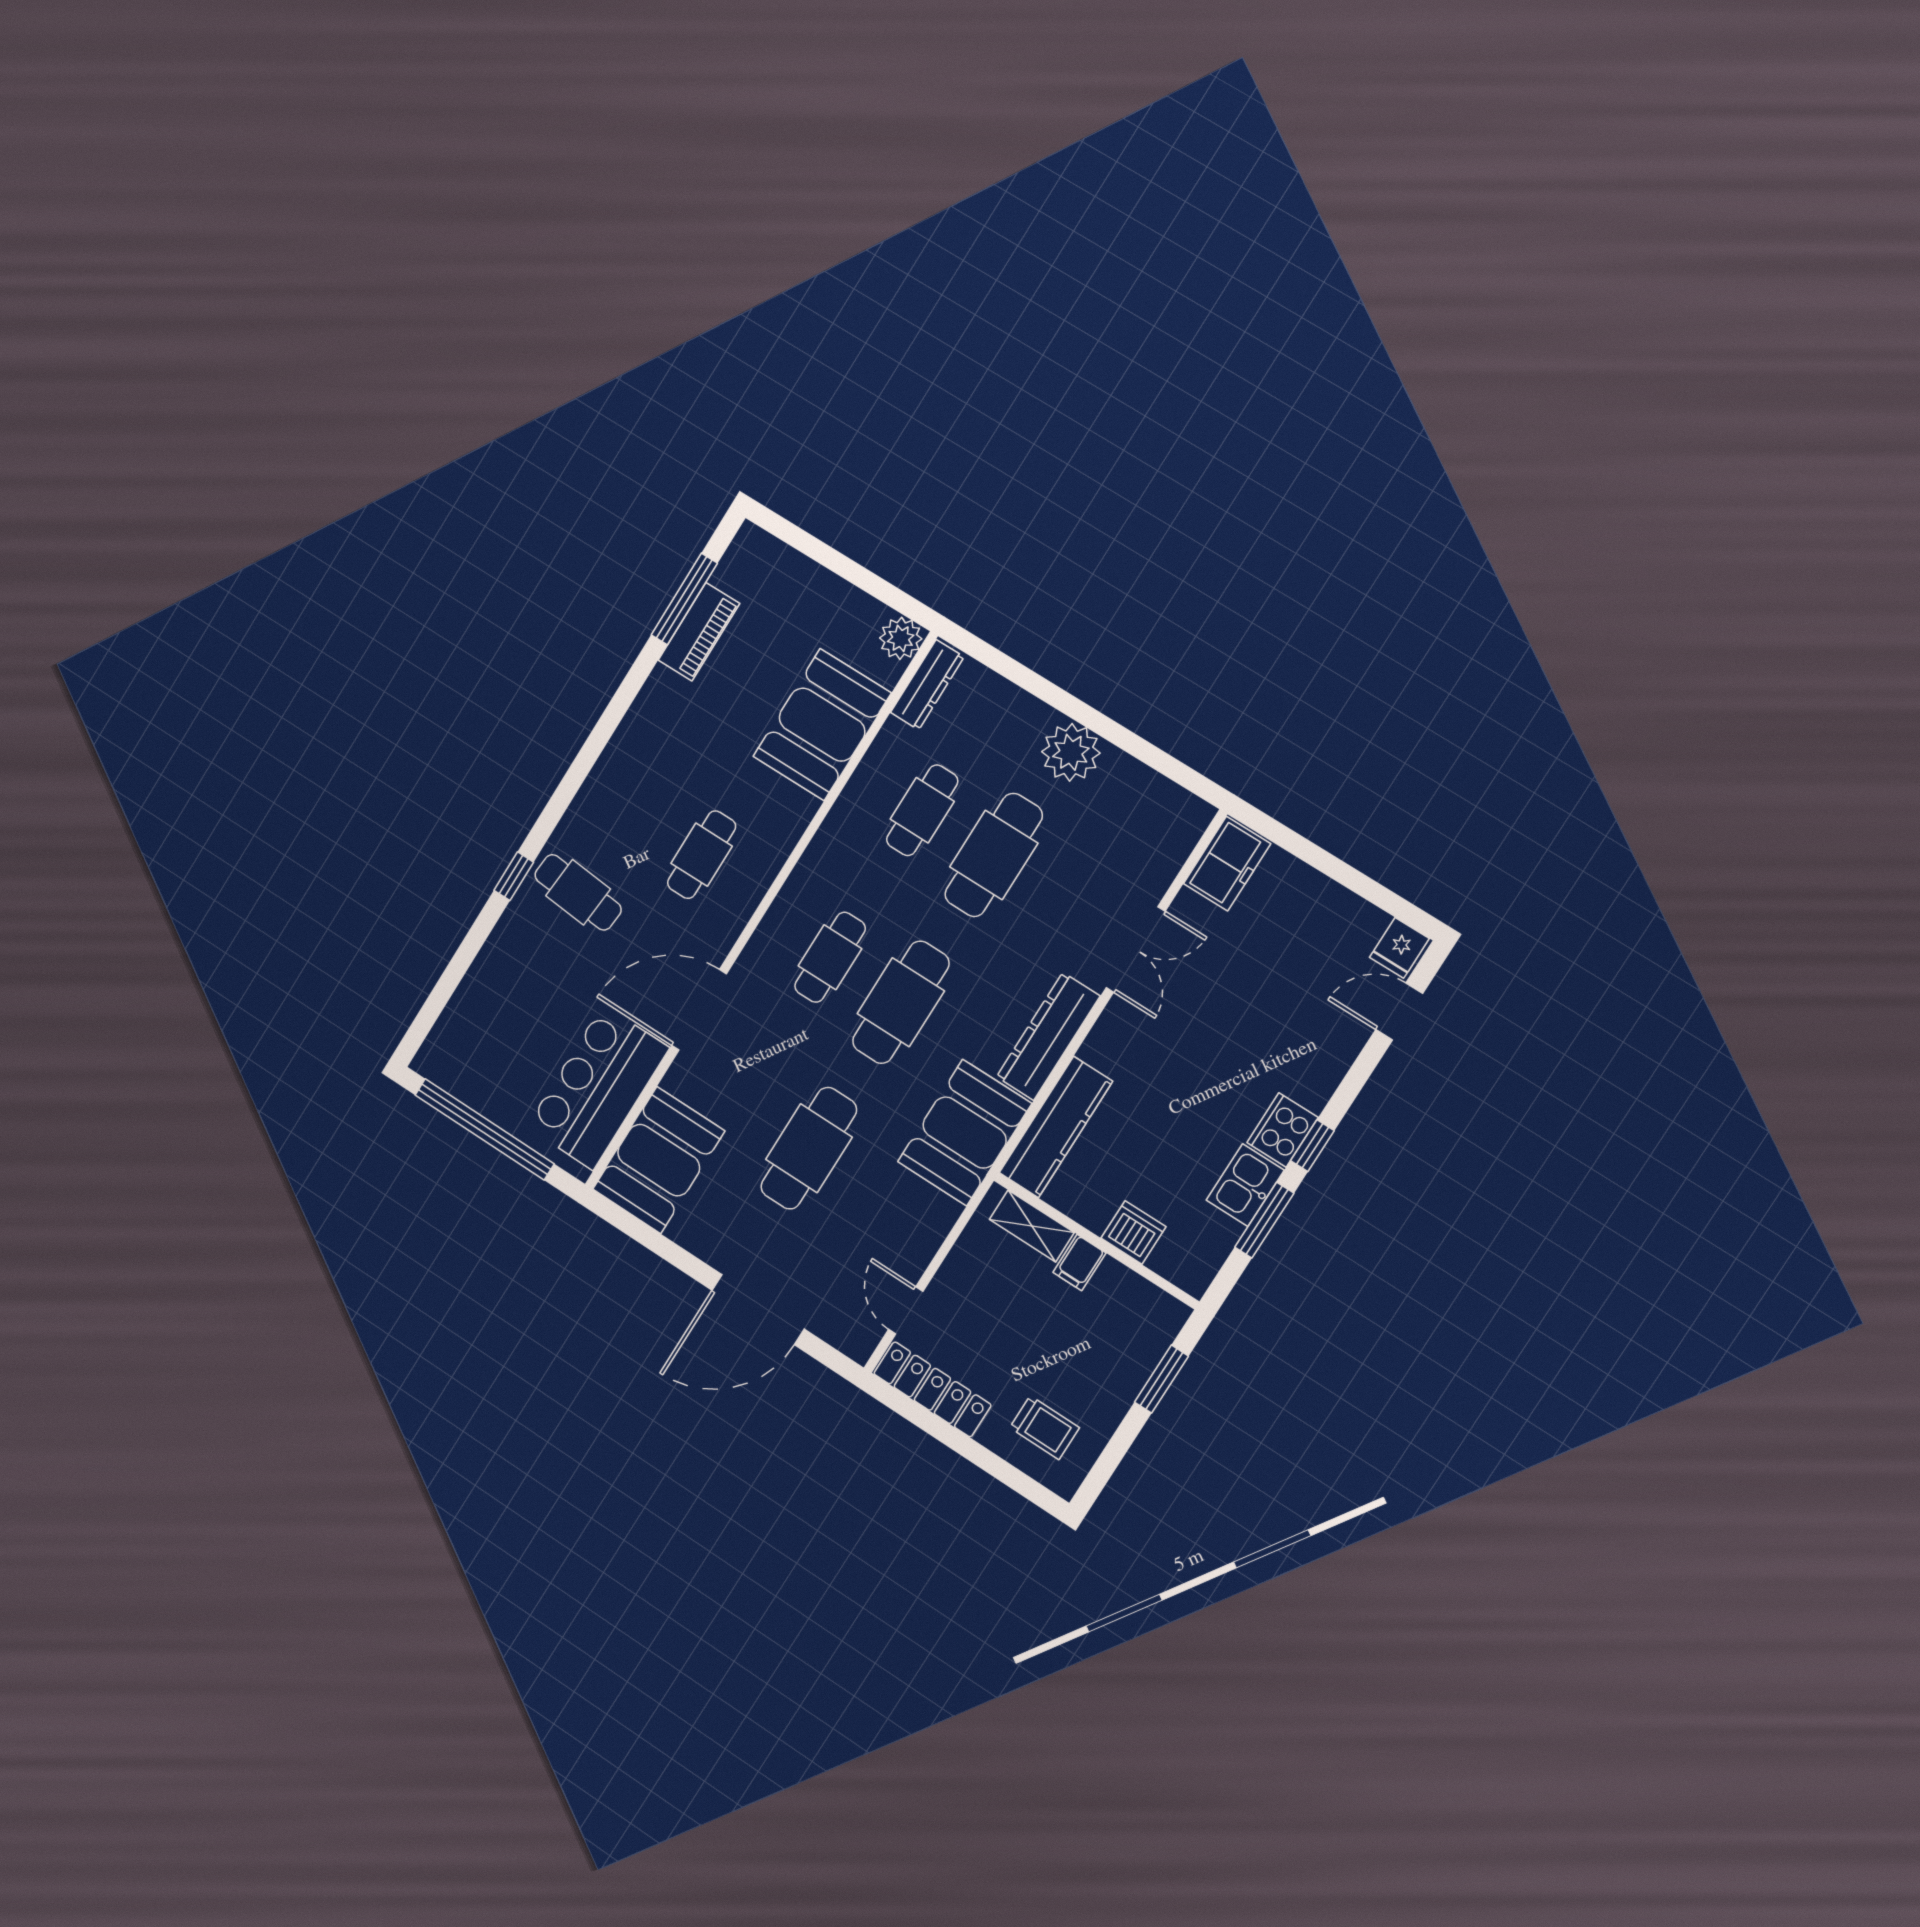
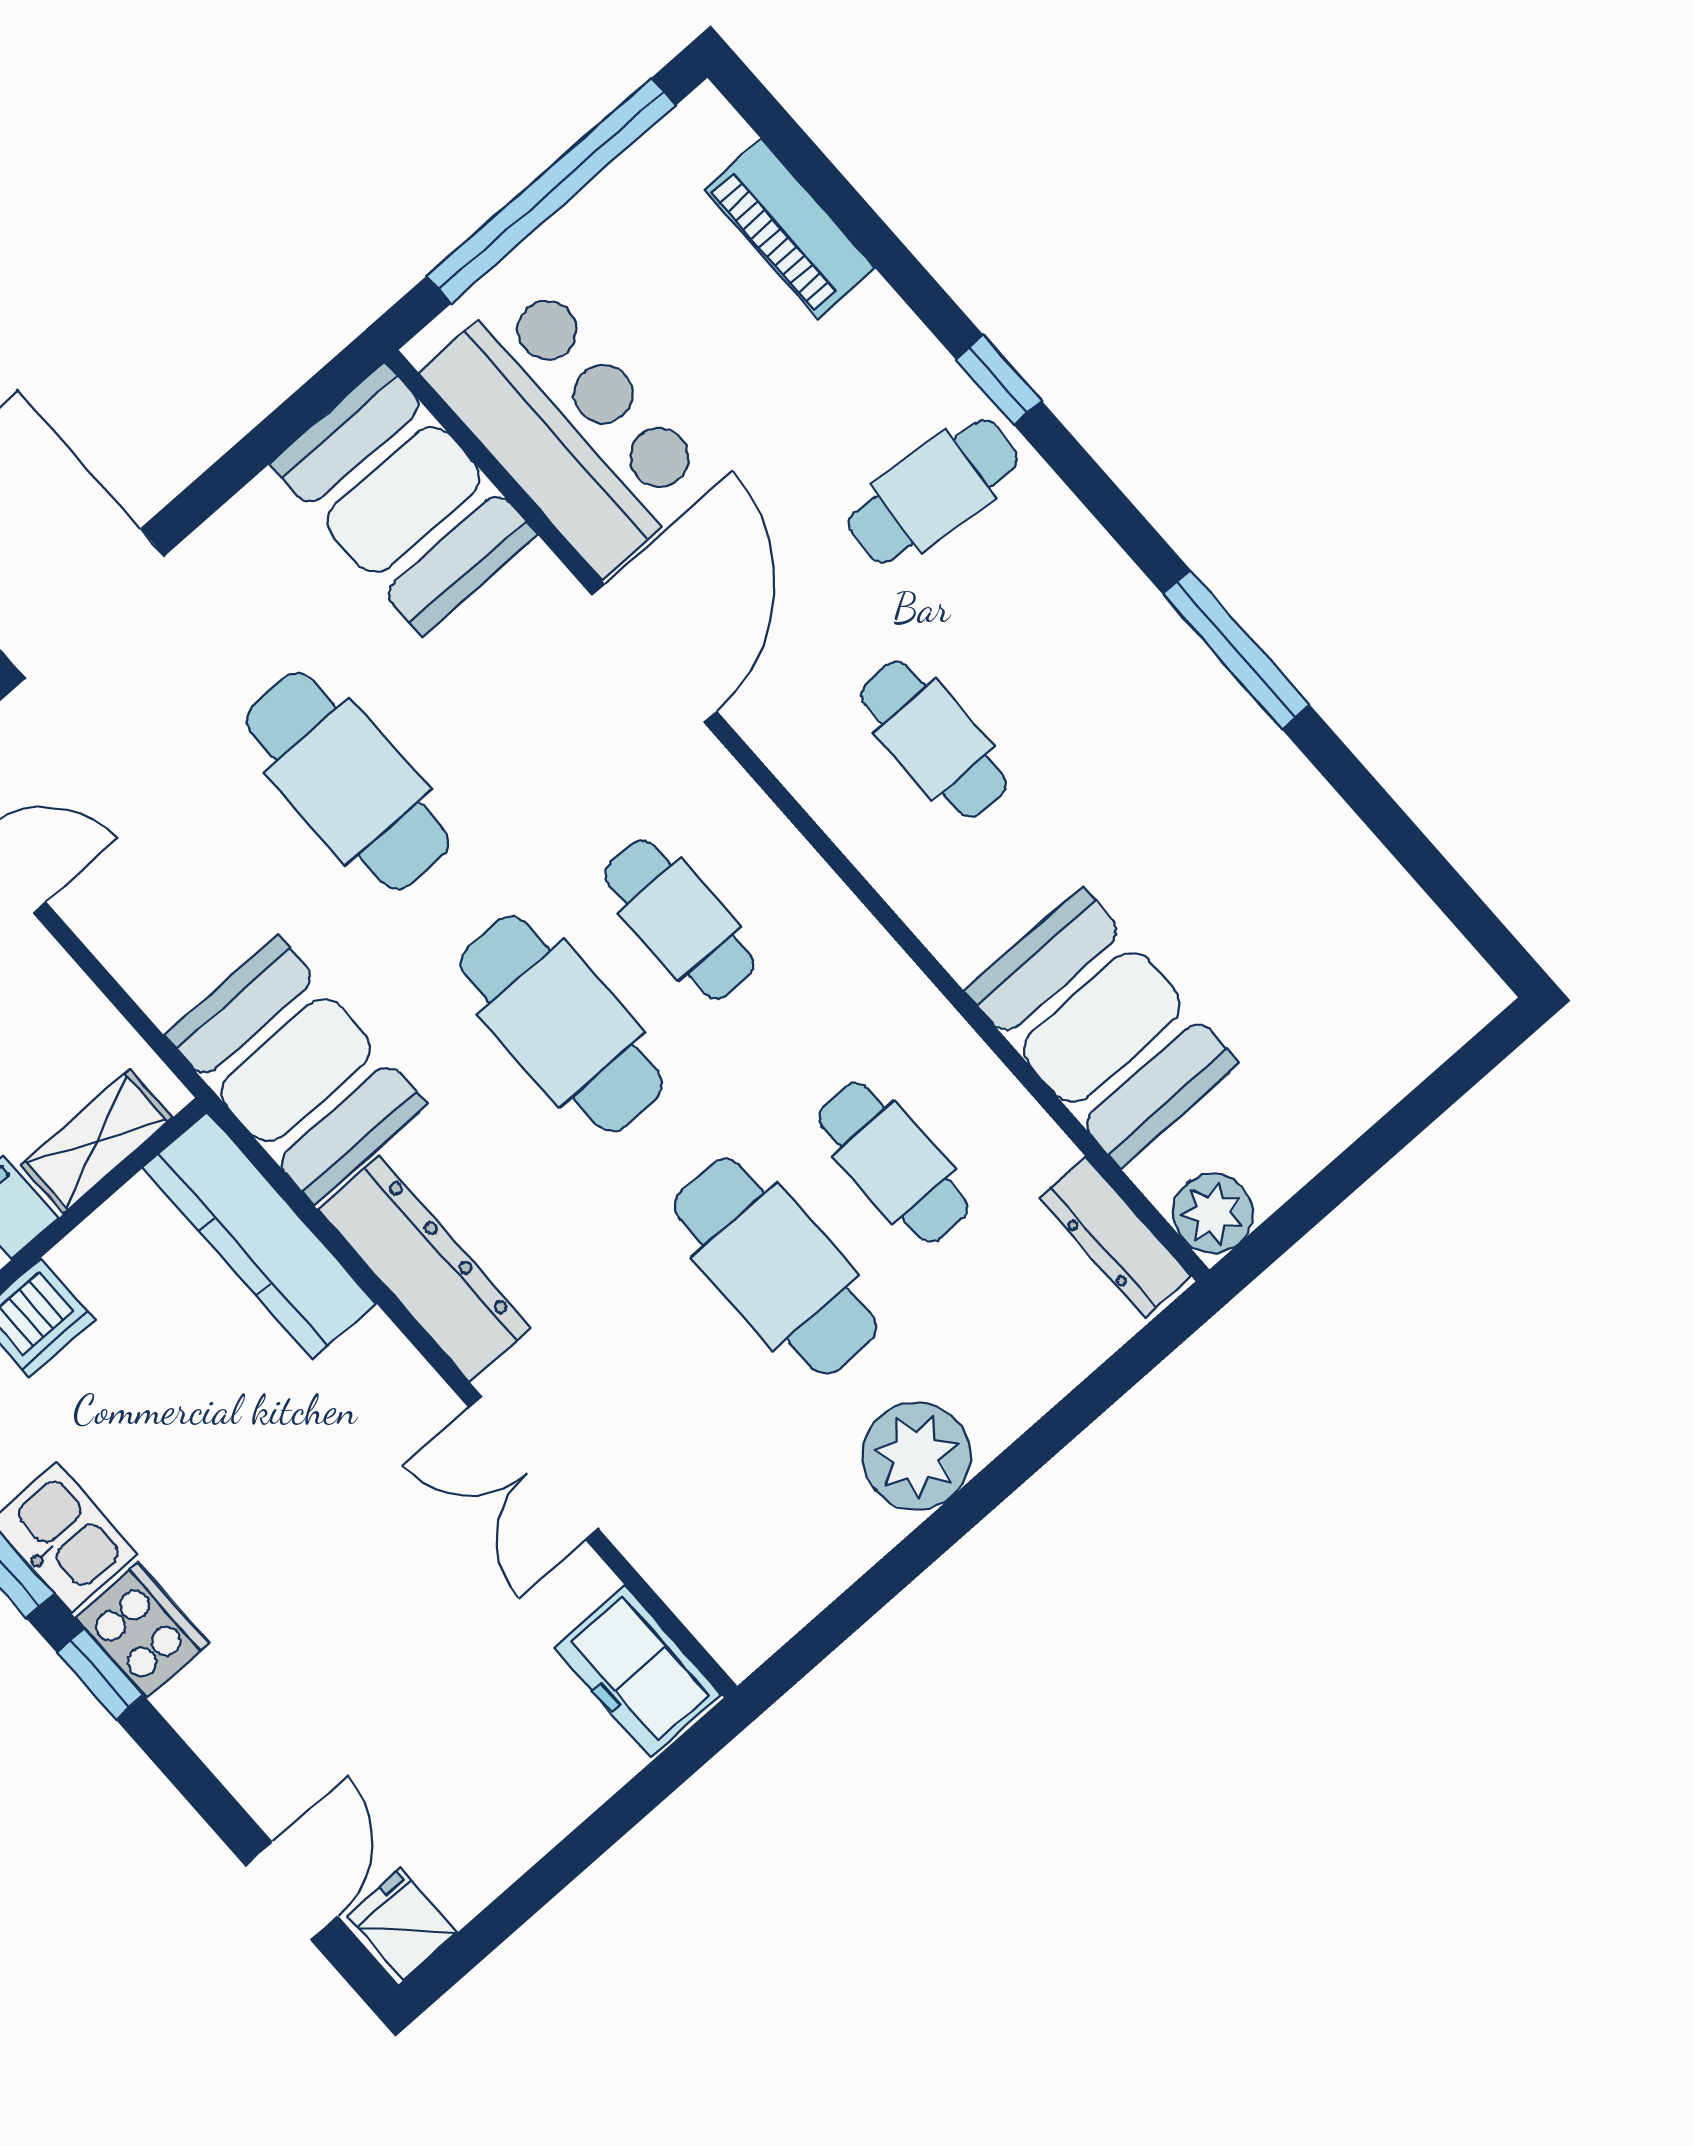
window: (684, 599) -> (1236, 650), moved
piano: (699, 632) -> (789, 229), moved

